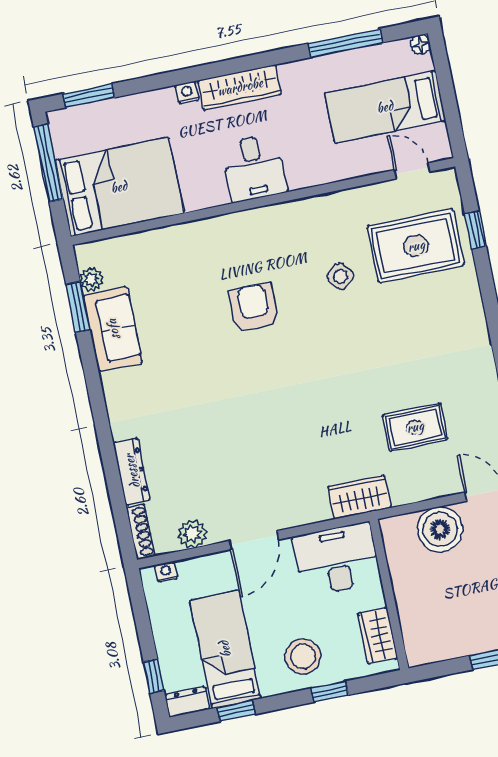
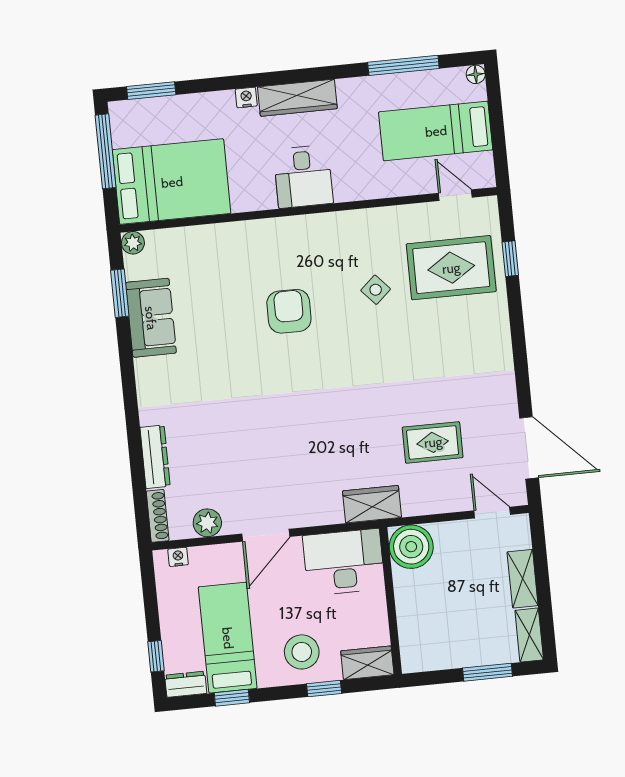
plant: (91, 279) -> (133, 243), moved
boiler: (440, 529) -> (411, 547), moved
wardrobe: (378, 636) -> (367, 663), moved, turned 90

